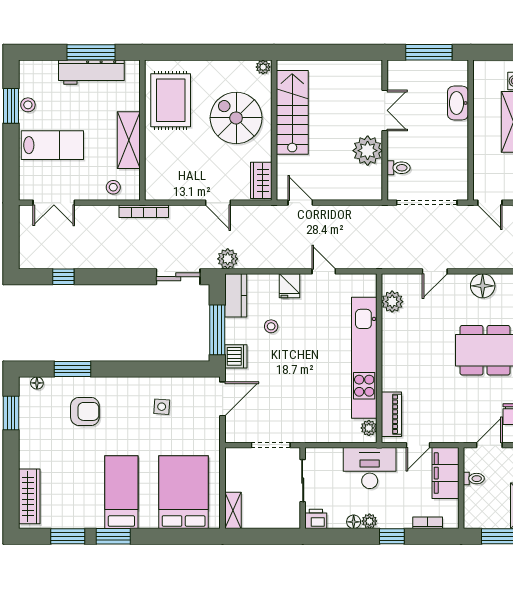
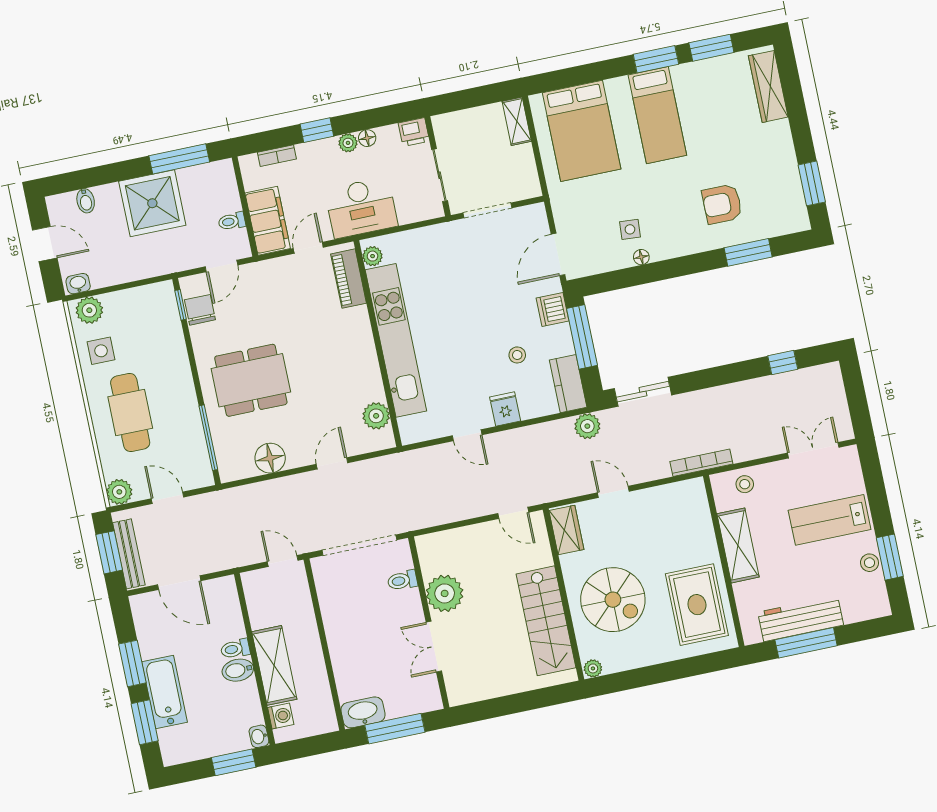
washbasin: (458, 103) -> (363, 712), moved, turned -90
floor lamp: (37, 383) -> (641, 257), moved

